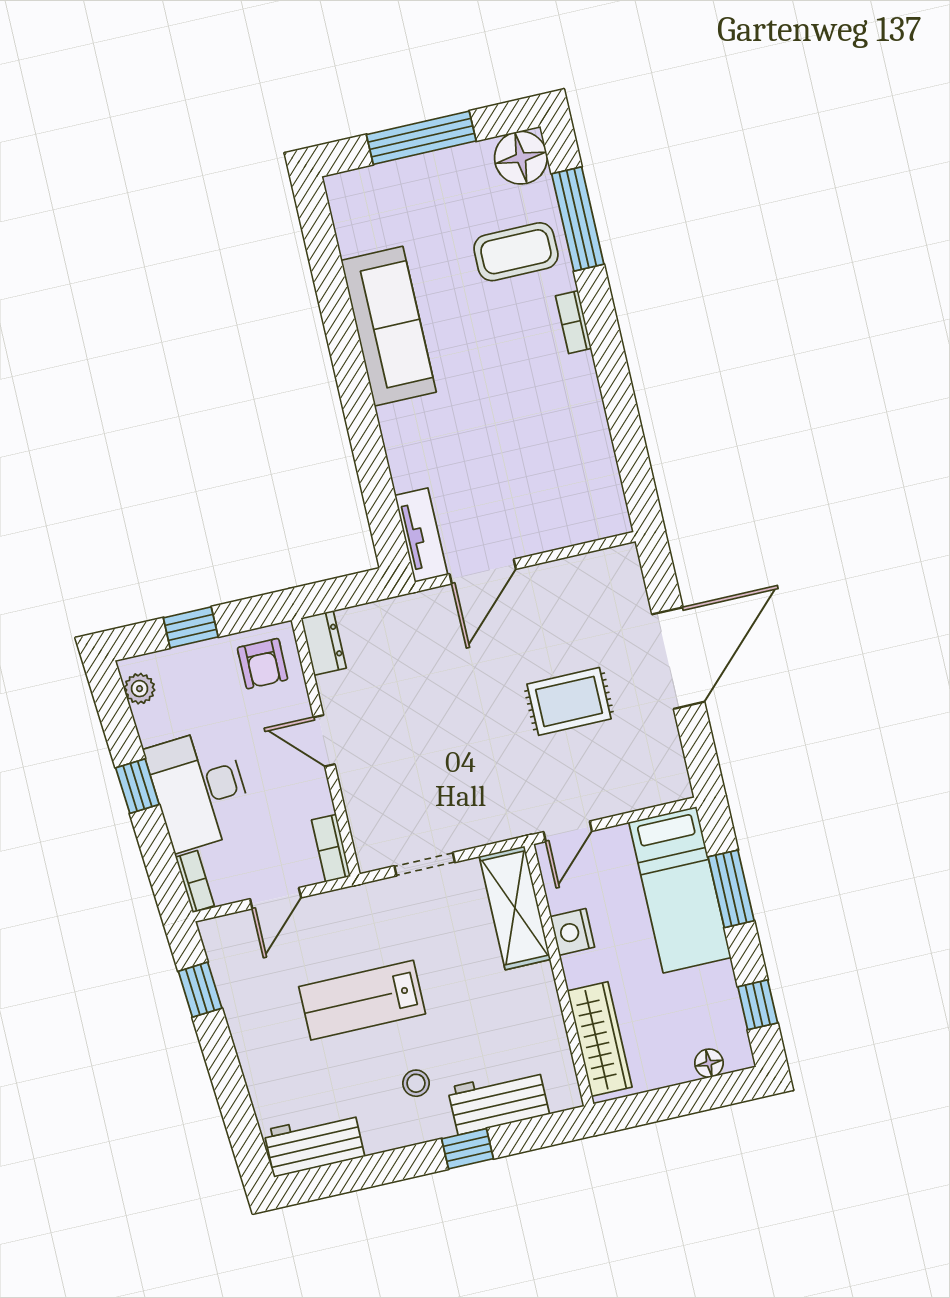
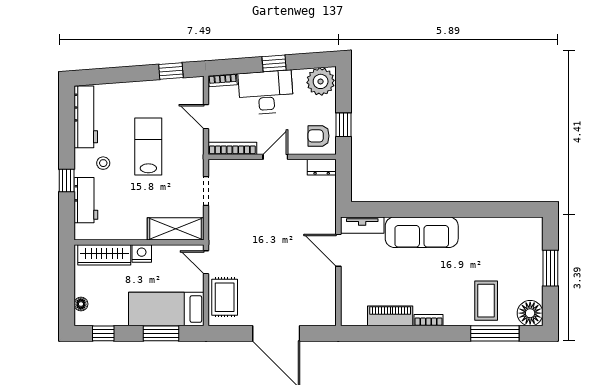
window: (421, 138) -> (550, 268), width x0.69
bookcase: (573, 322) -> (428, 320), moved
sofa: (389, 326) -> (422, 232), moved
piano: (591, 437) -> (390, 316), added
window: (191, 627) -> (344, 125), moved
plant: (140, 689) -> (321, 81), width x1.87, depth x1.87
rug: (569, 701) -> (225, 297), moved
bookcase: (331, 848) -> (232, 148), width x1.56
nightstand: (572, 932) -> (142, 254), moved
workbench: (314, 1143) -> (86, 117), width x1.37

